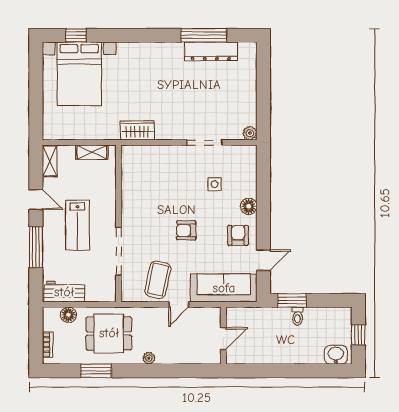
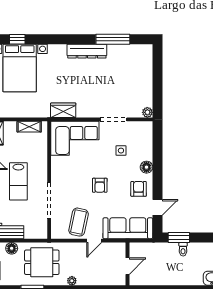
dresser: (211, 51) -> (87, 51), moved
corner sofa: (153, 168) -> (75, 138), added
armchair: (186, 230) -> (100, 185), turned -90

